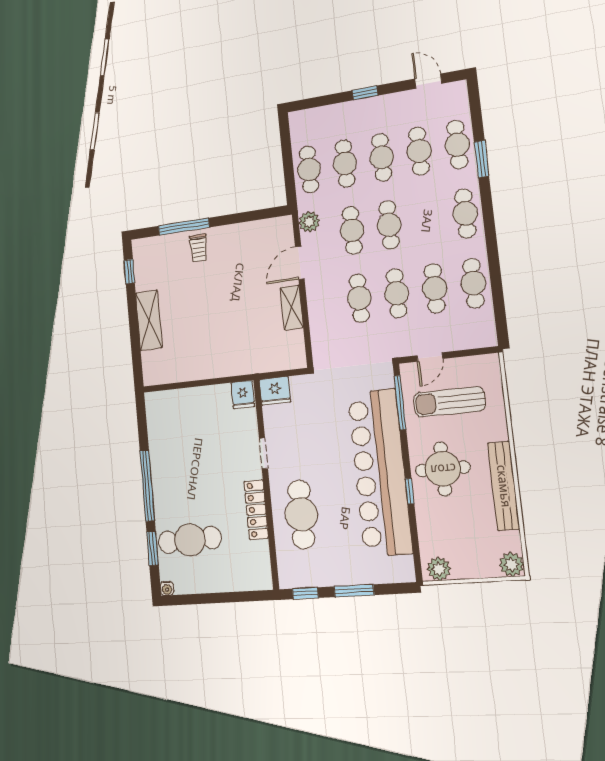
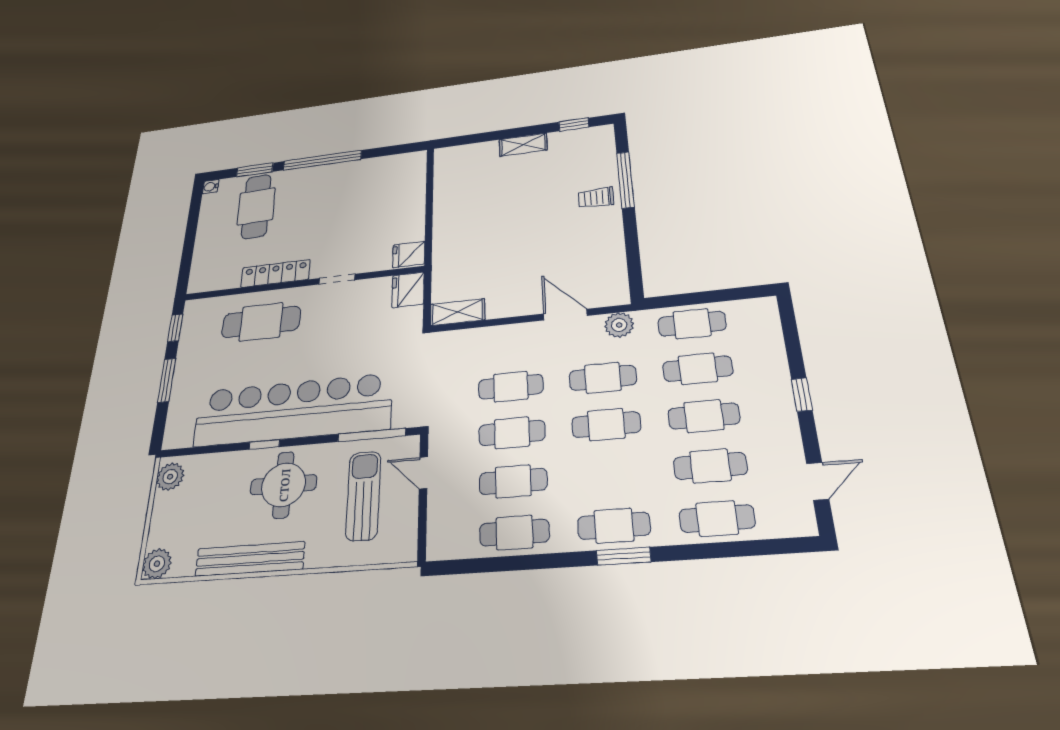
window: (481, 159) -> (624, 556), moved
shelving: (292, 308) -> (457, 312), moved
shelving: (149, 320) -> (523, 145), width x0.67, depth x0.75

